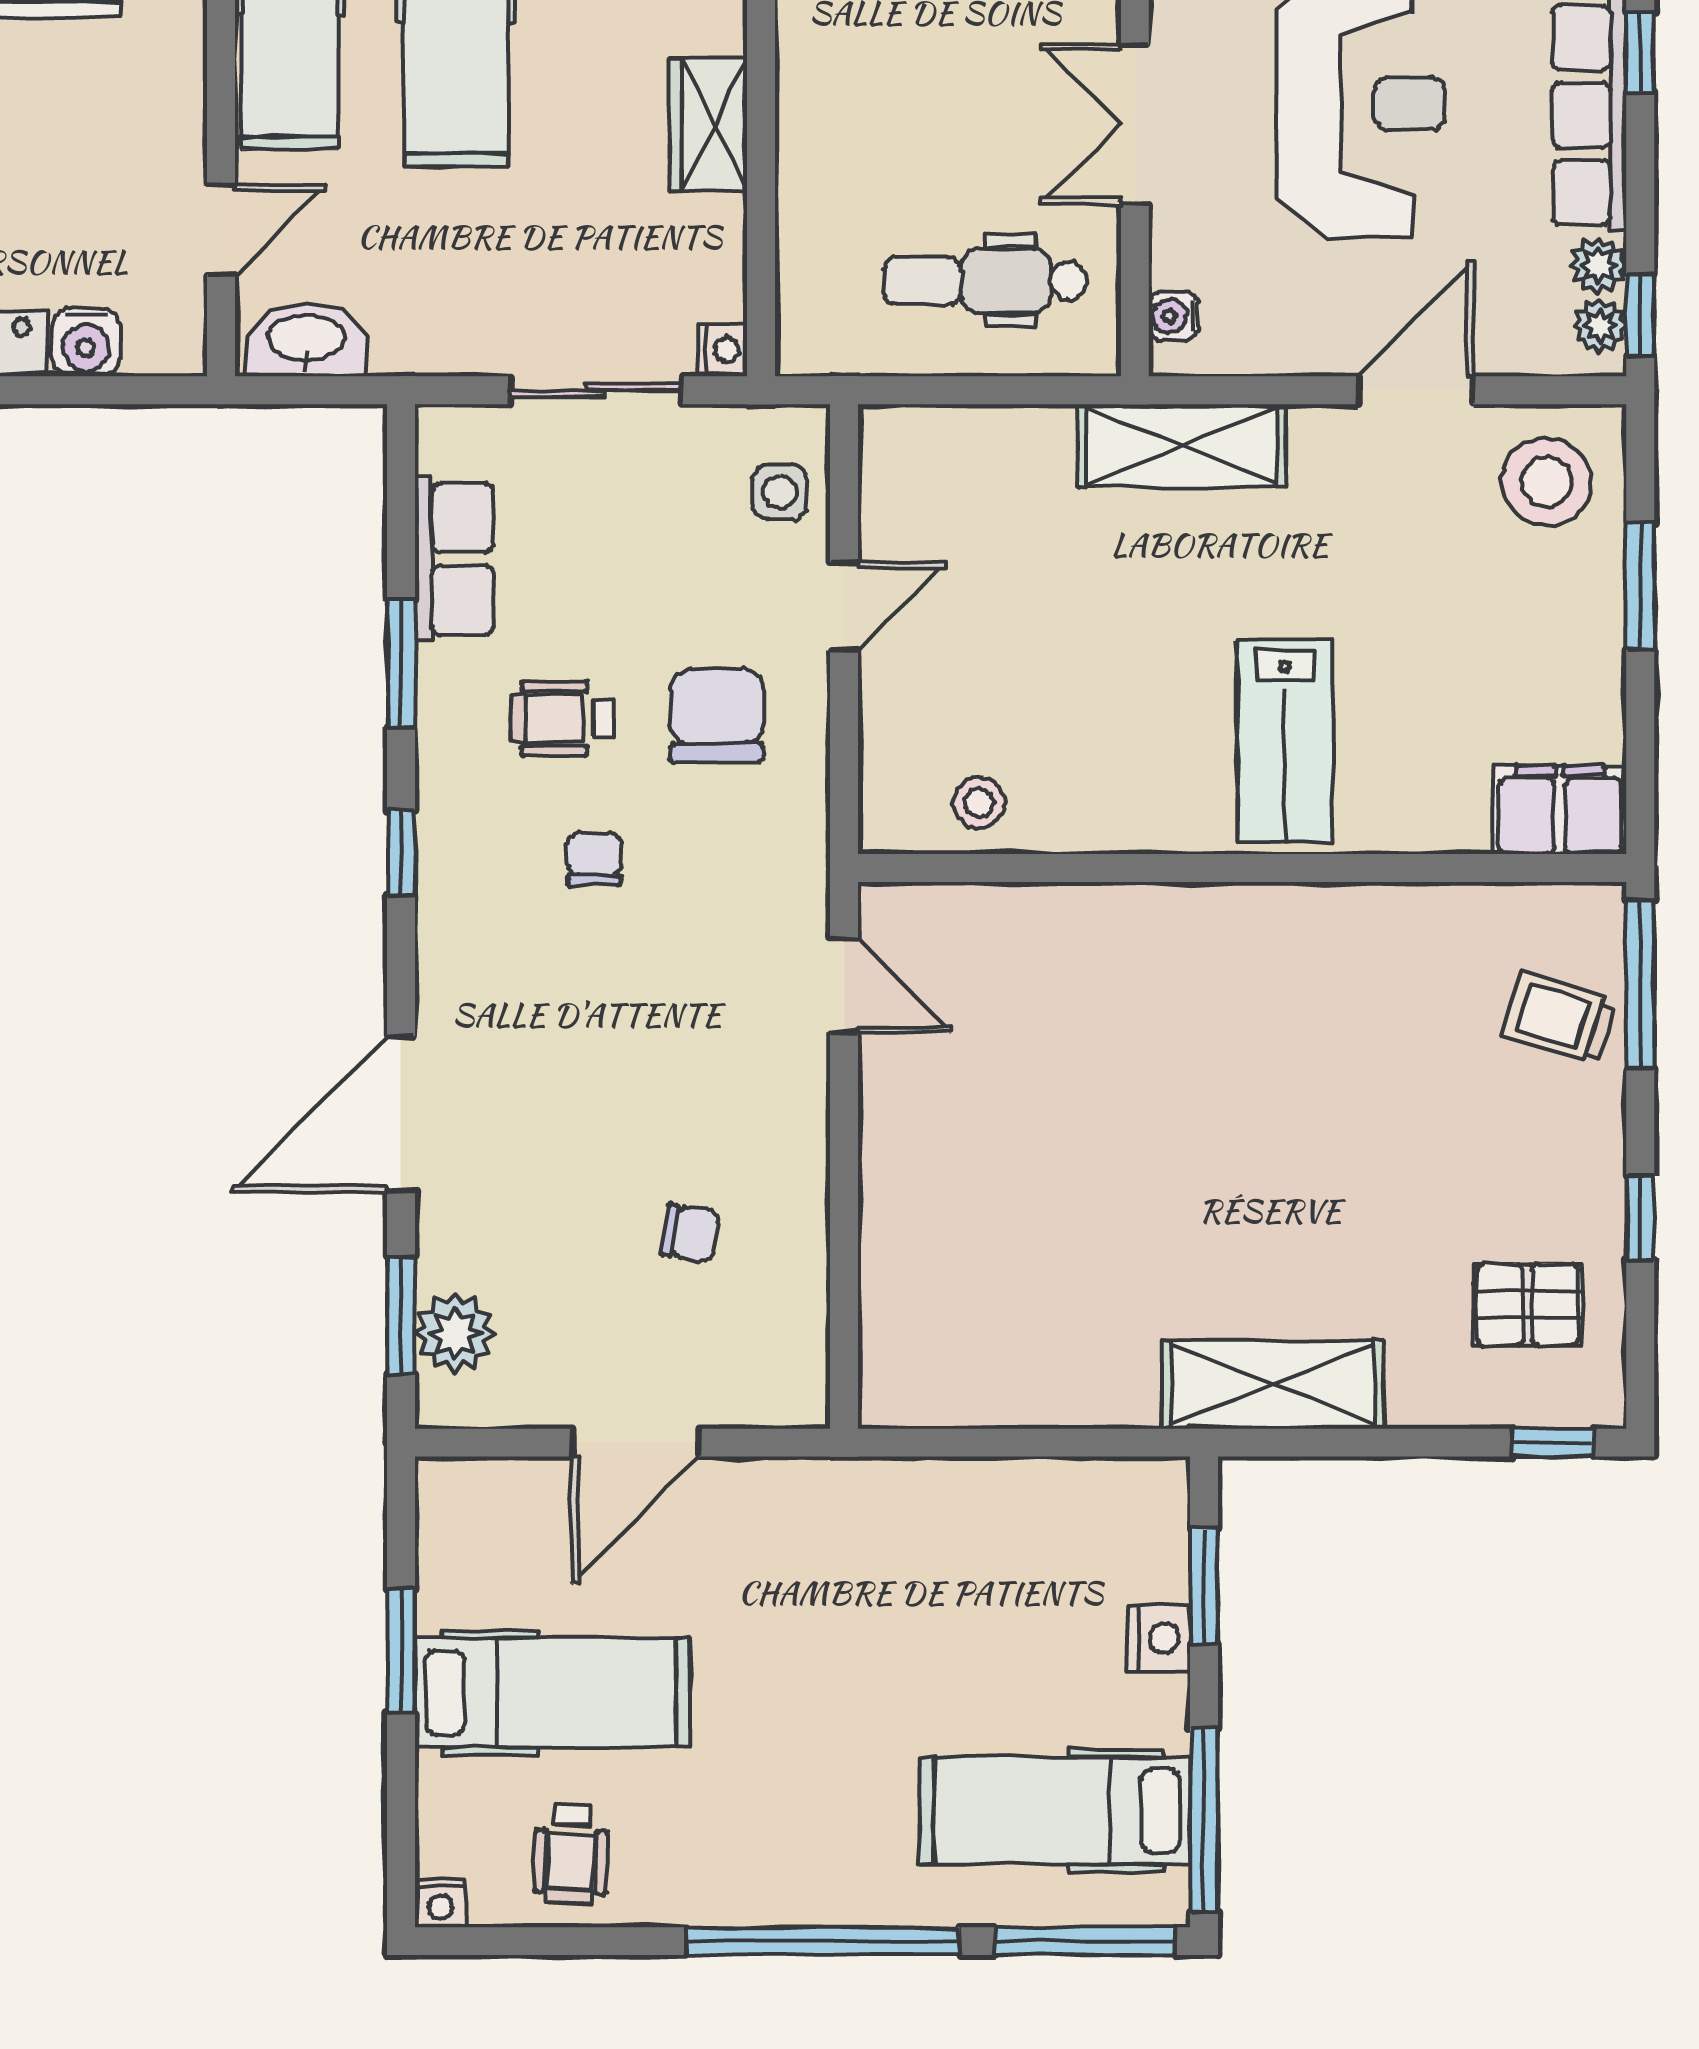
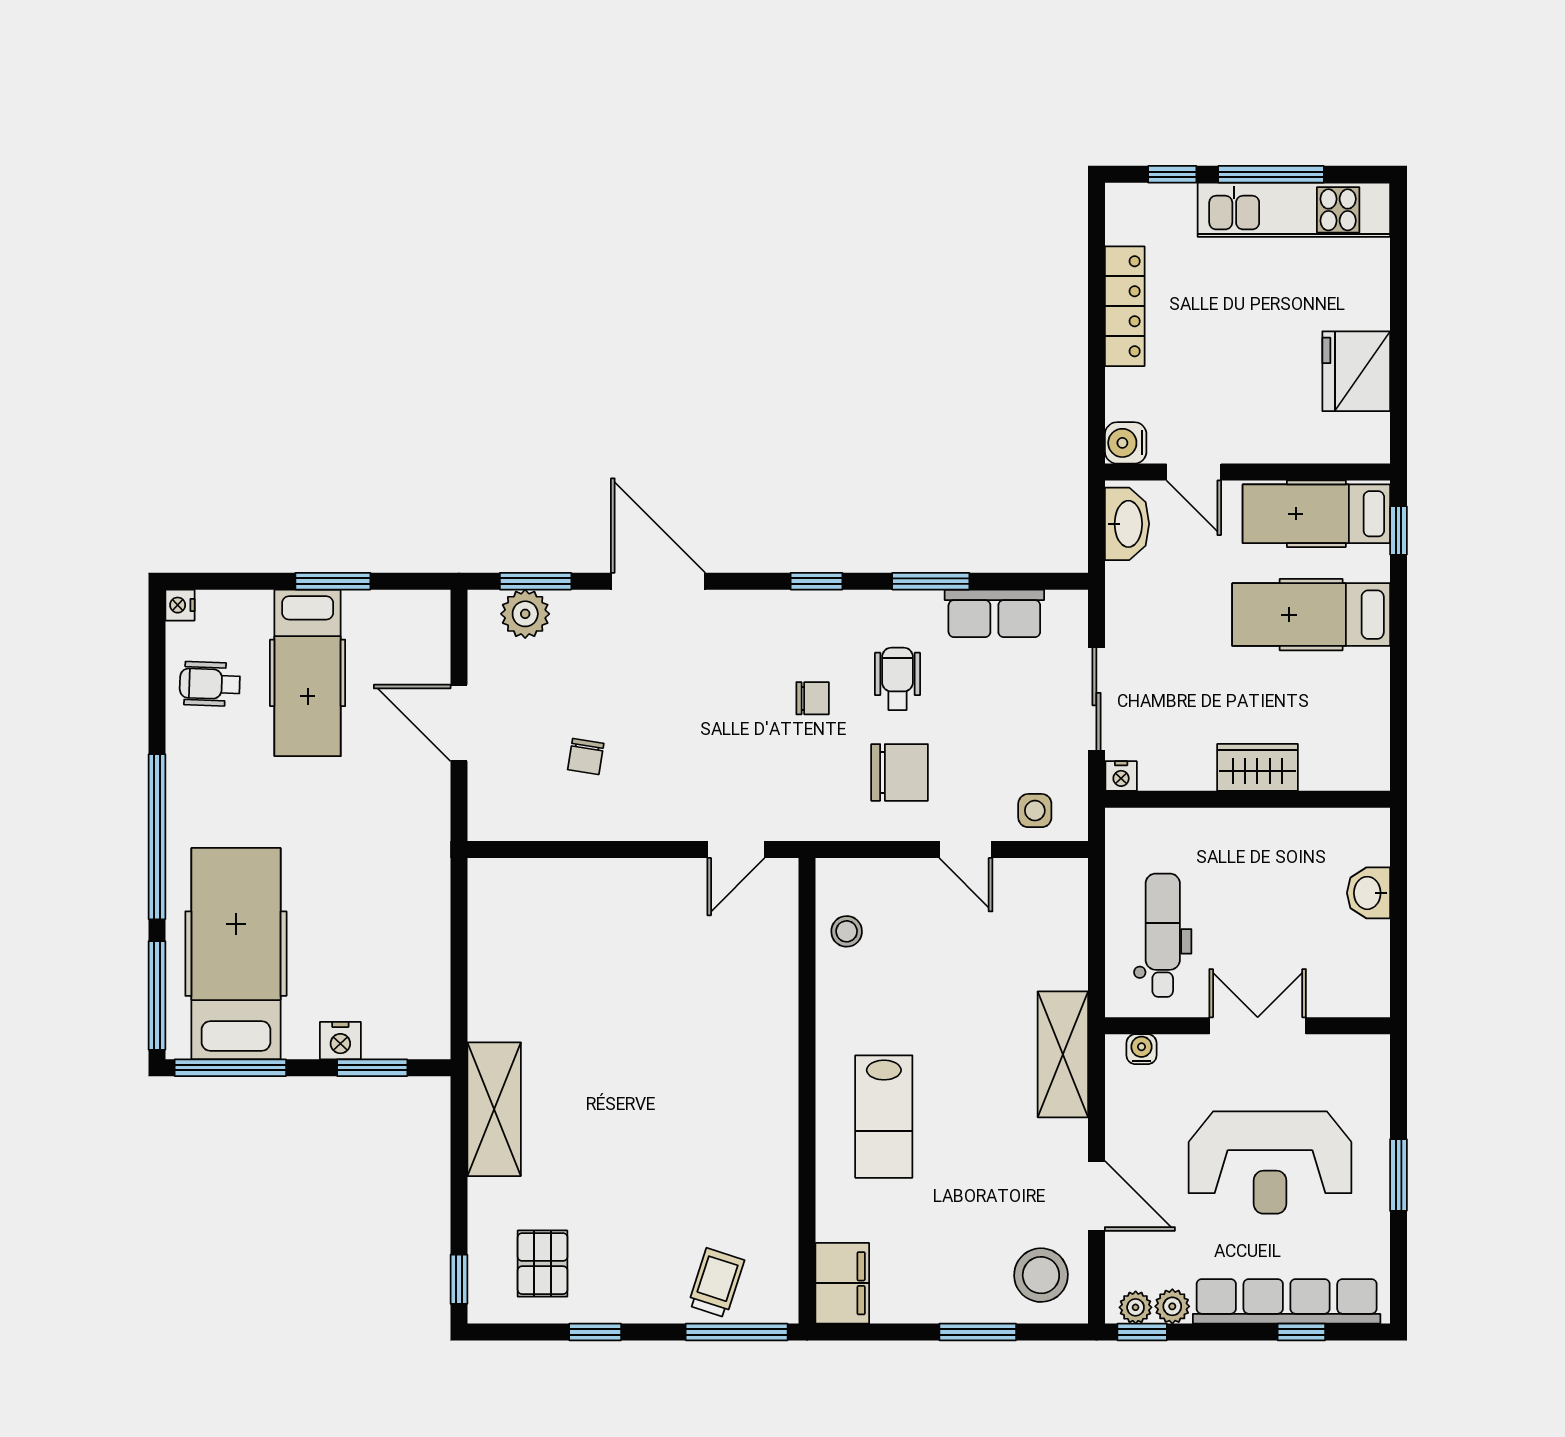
water cooler: (86, 342) -> (1126, 443), moved
lab bench: (1285, 741) -> (884, 1117), turned -90
hospital bed: (1055, 1811) -> (236, 954), width x1.37, depth x1.29

